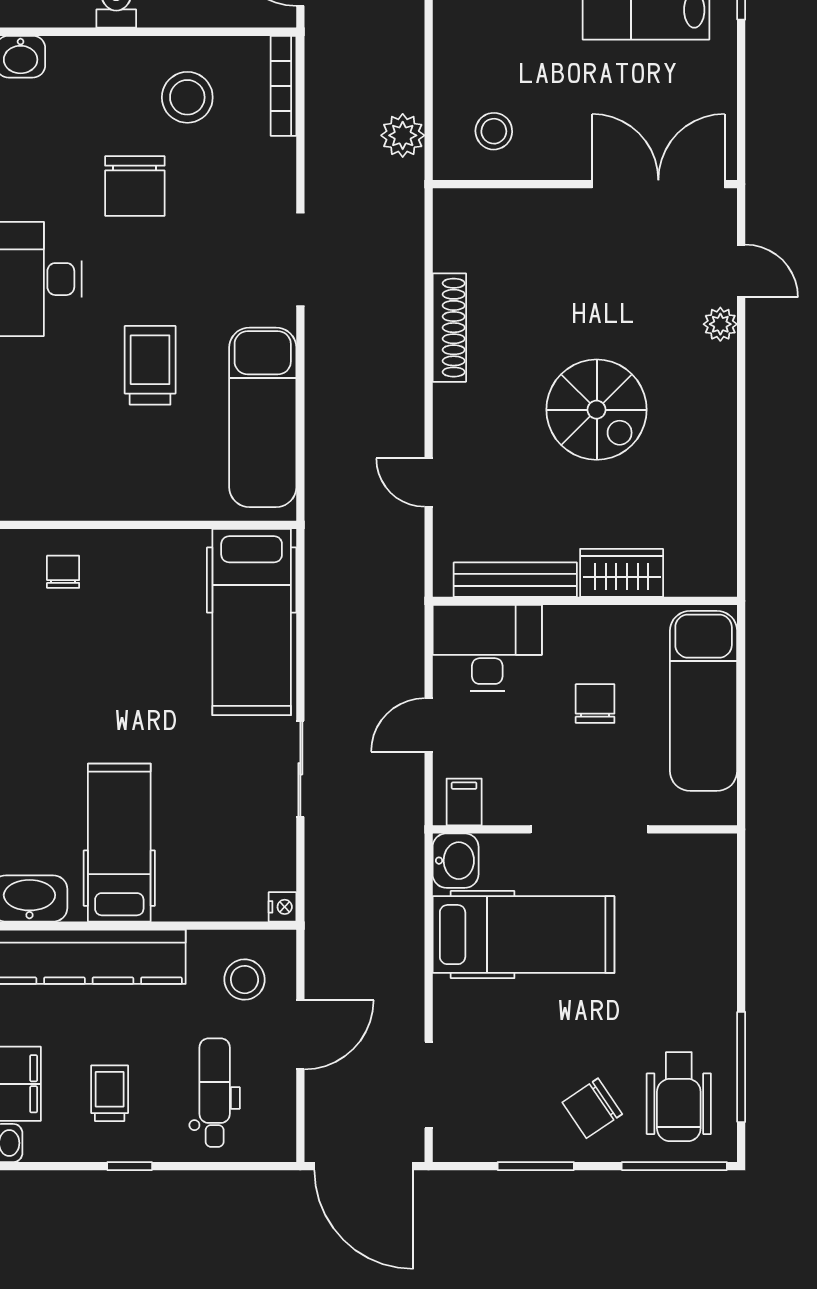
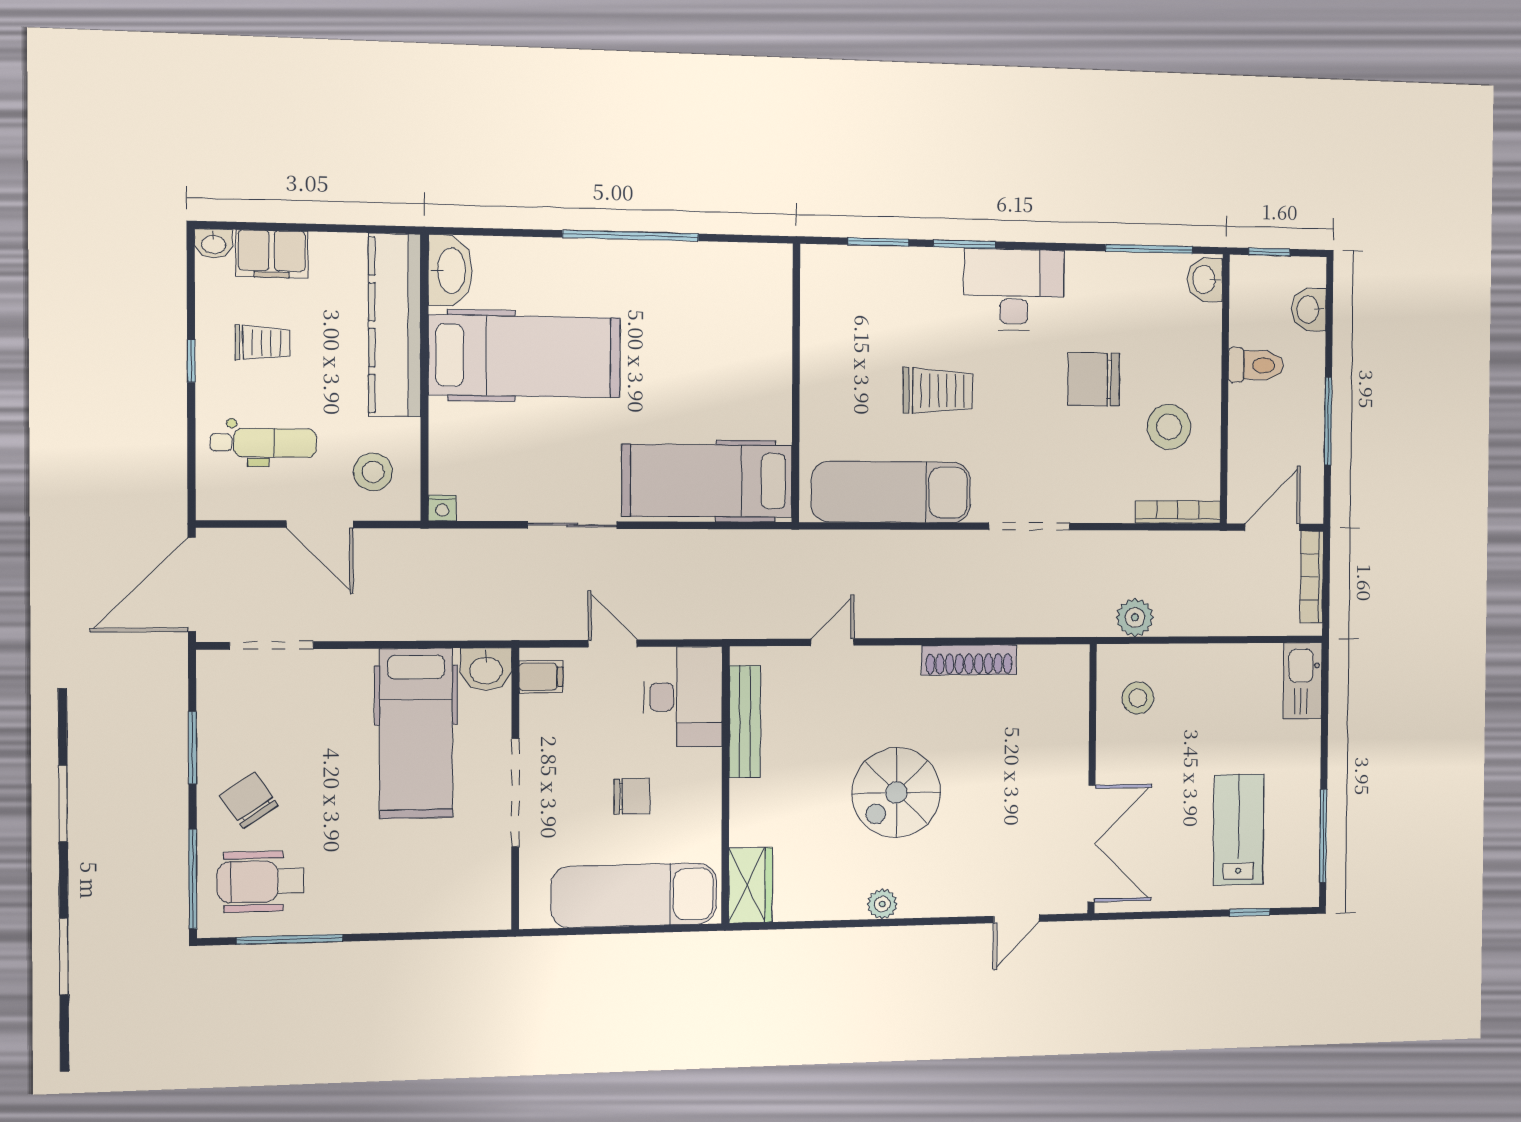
plant: (720, 324) -> (882, 904), moved
chair: (63, 572) -> (754, 308), removed
wardrobe: (622, 573) -> (750, 885), moved
hospital bed: (119, 843) -> (525, 356), width x1.37, depth x1.29

